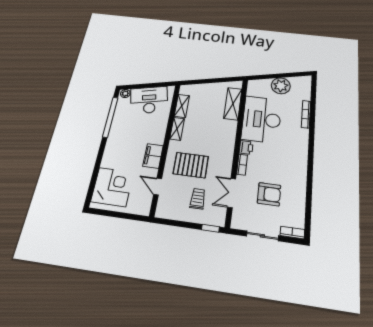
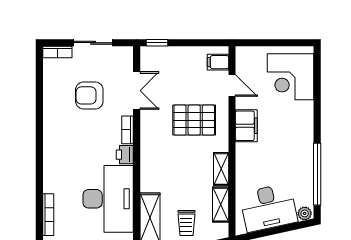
trolley: (198, 199) -> (186, 223), moved
filing cabinet: (165, 206) -> (218, 62), added

